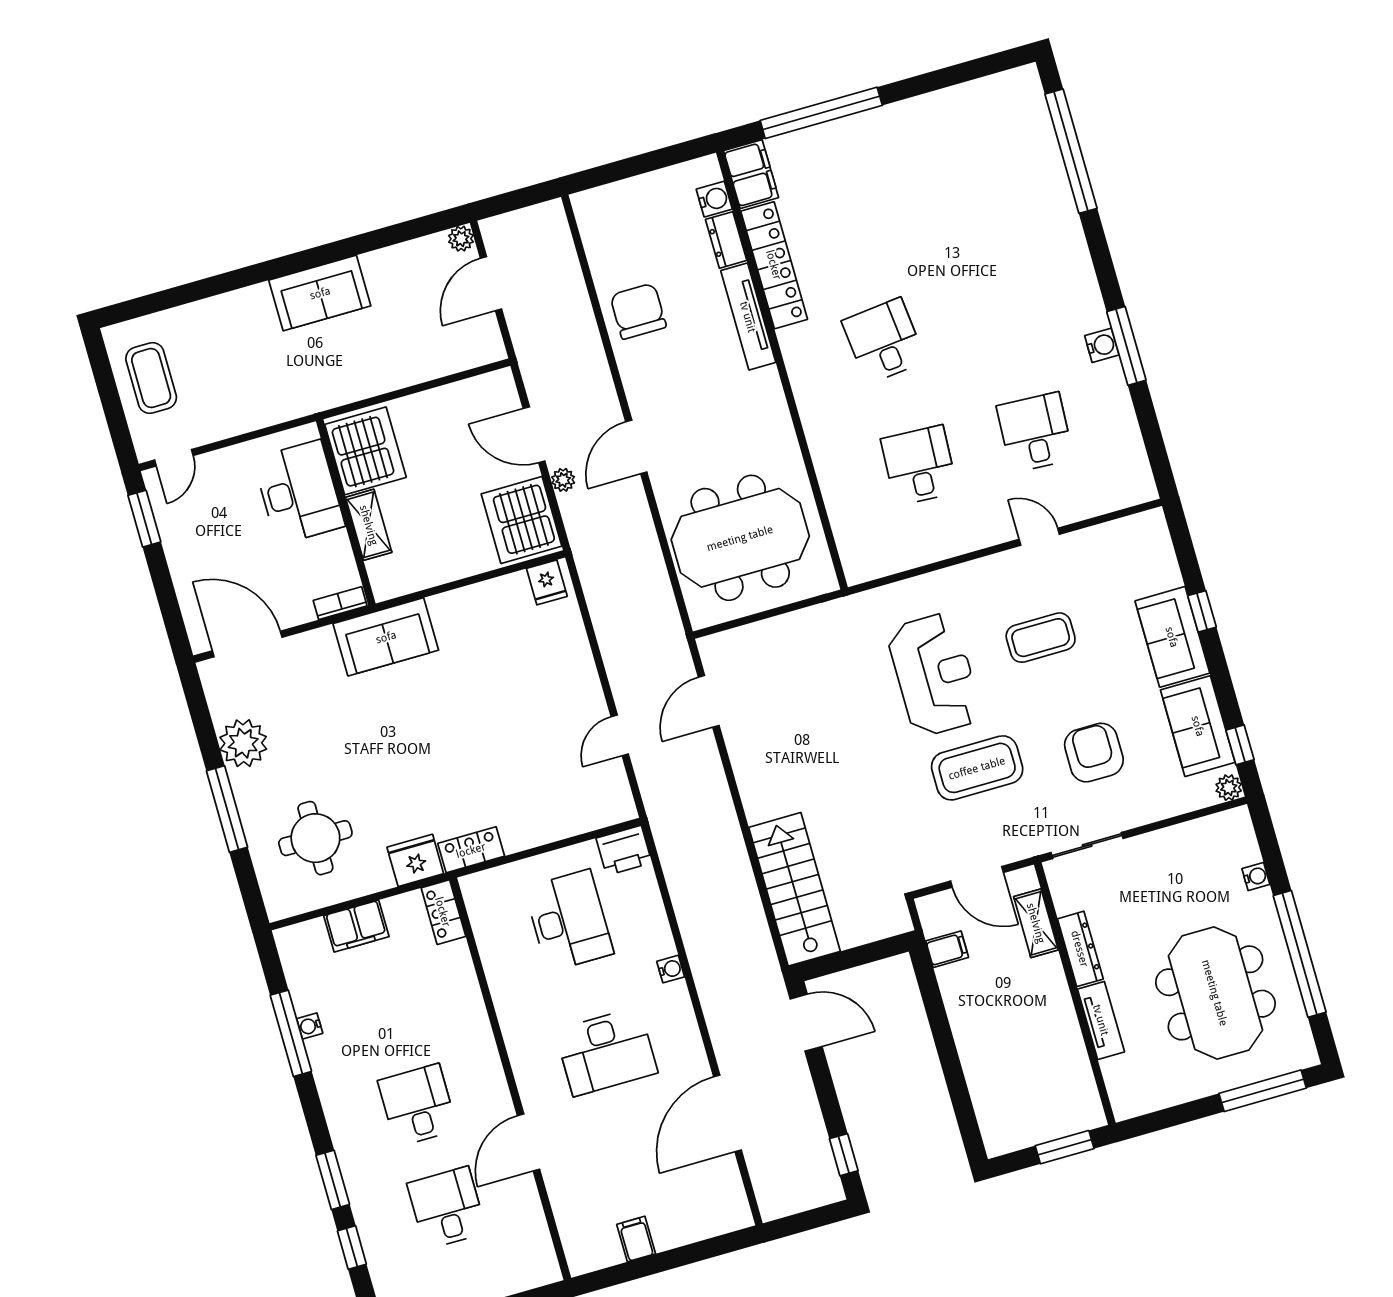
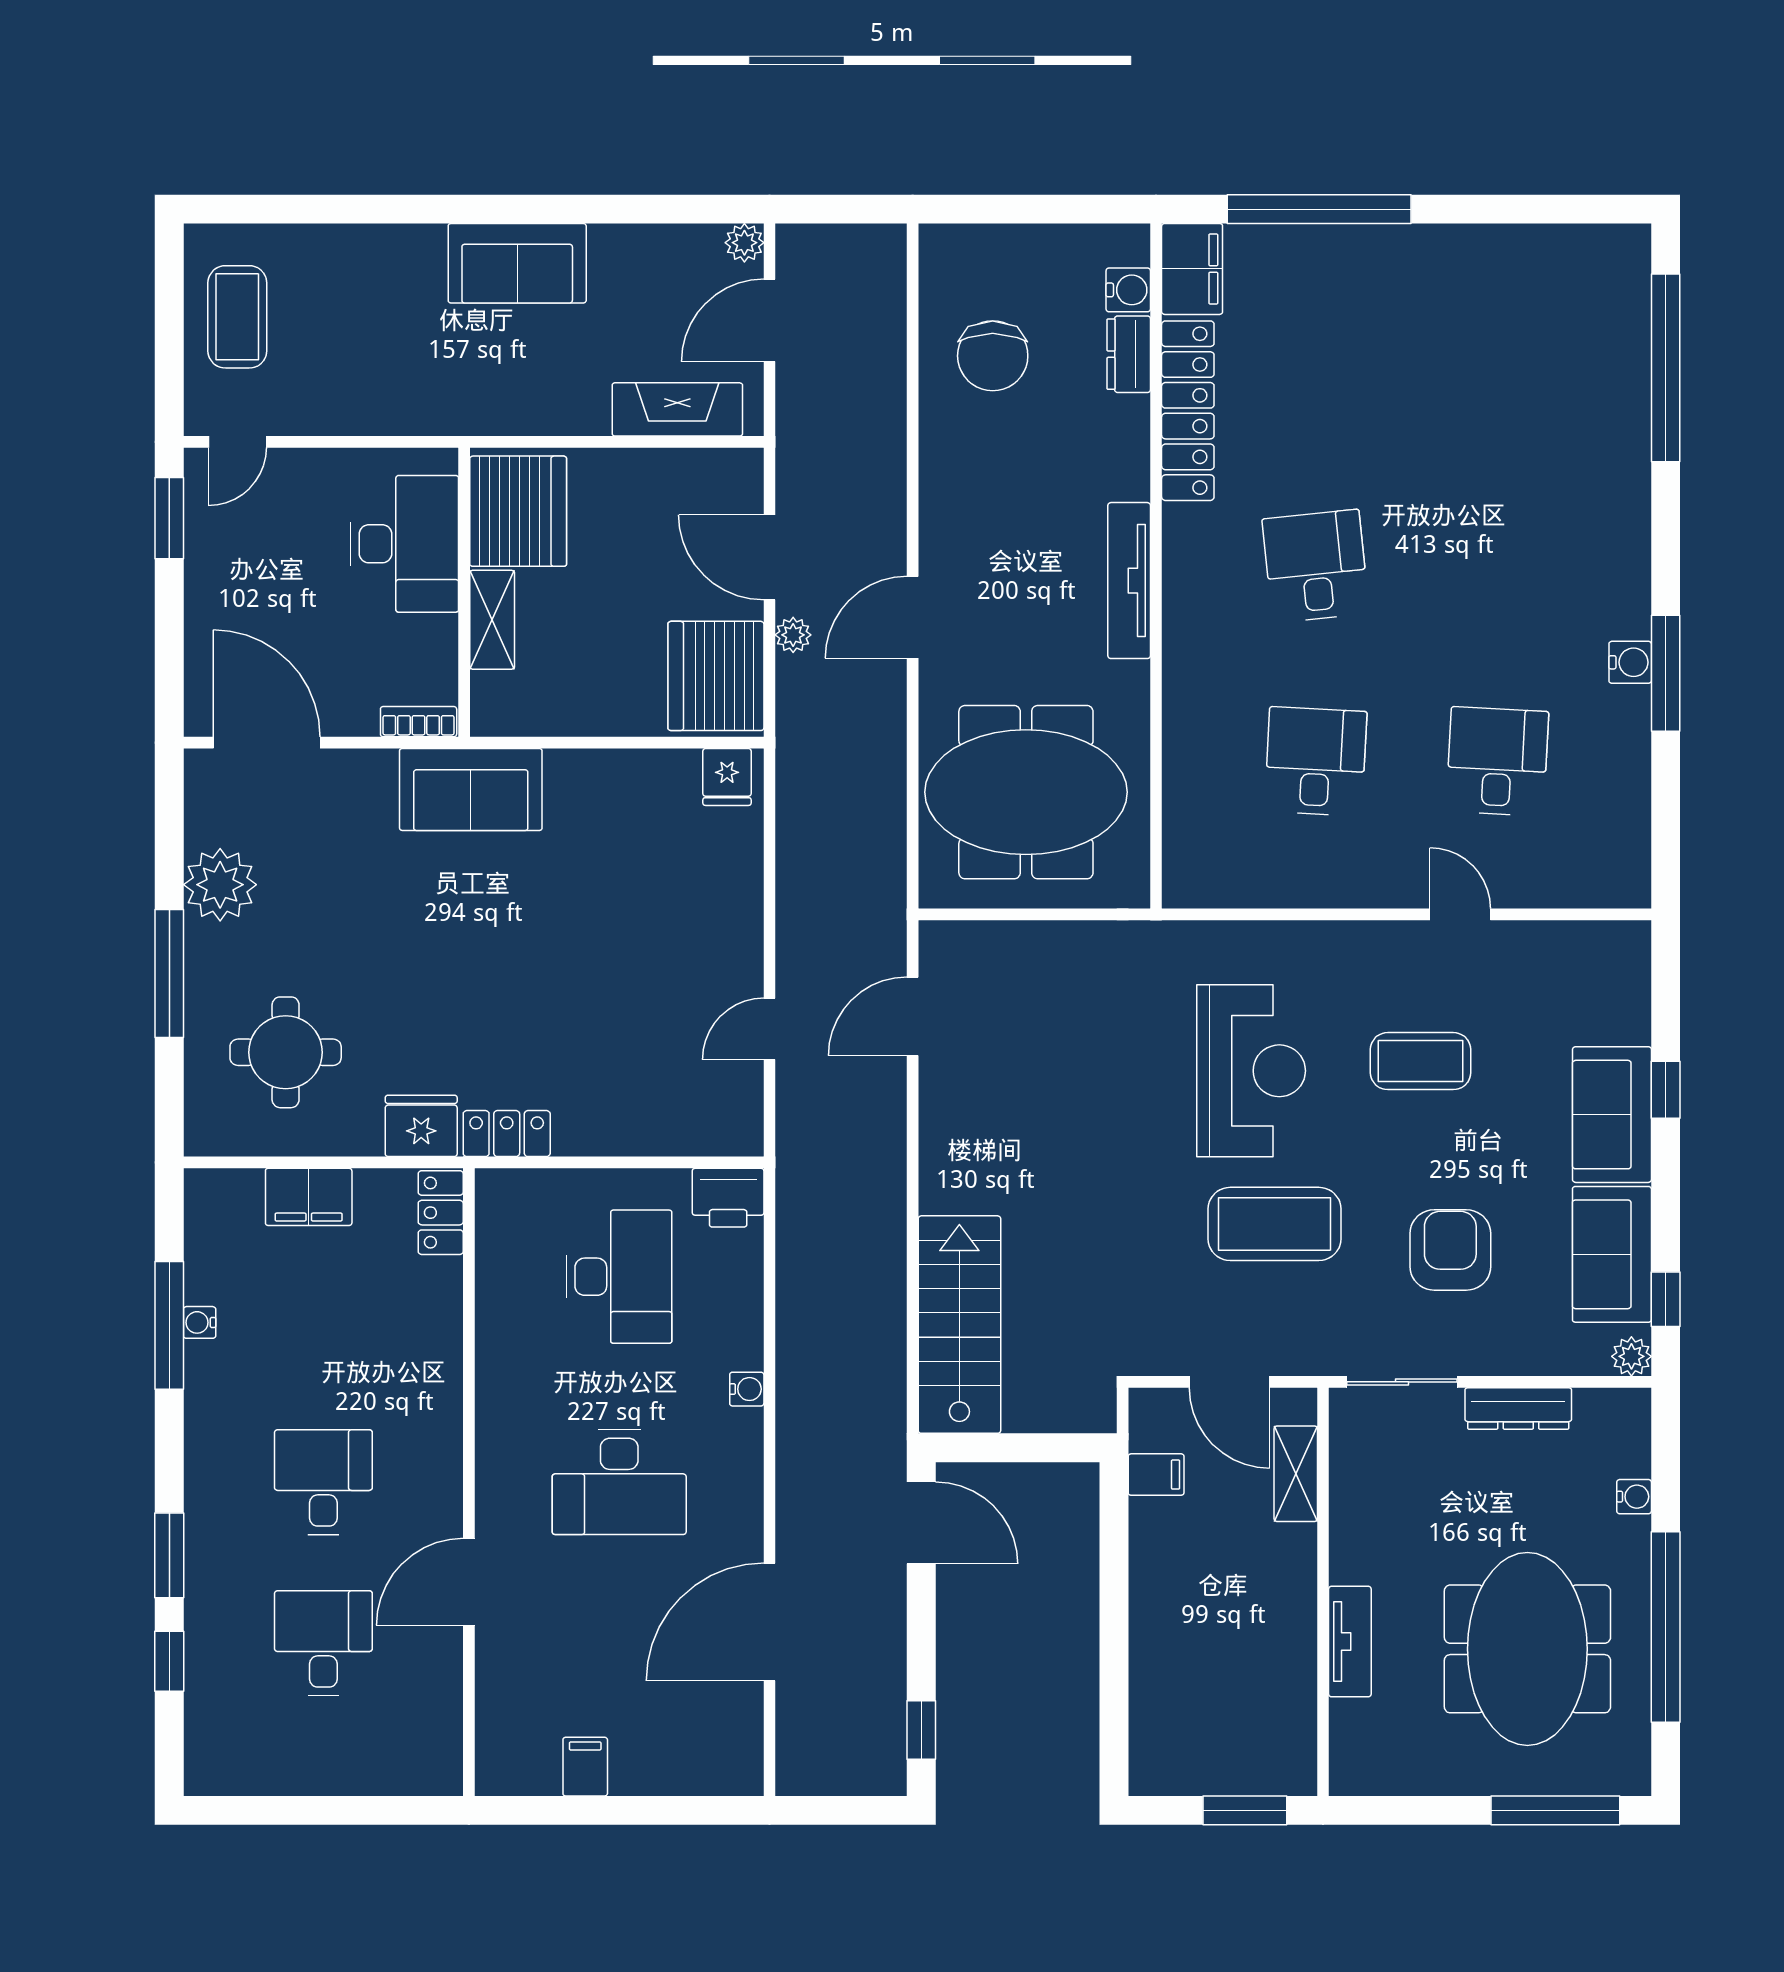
chair: (638, 311) -> (993, 356), moved, turned 180
tv unit: (748, 317) -> (1129, 581), moved
fireplace: (448, 357) -> (677, 409), added
dresser: (1080, 949) -> (1518, 1408), moved, turned 90

